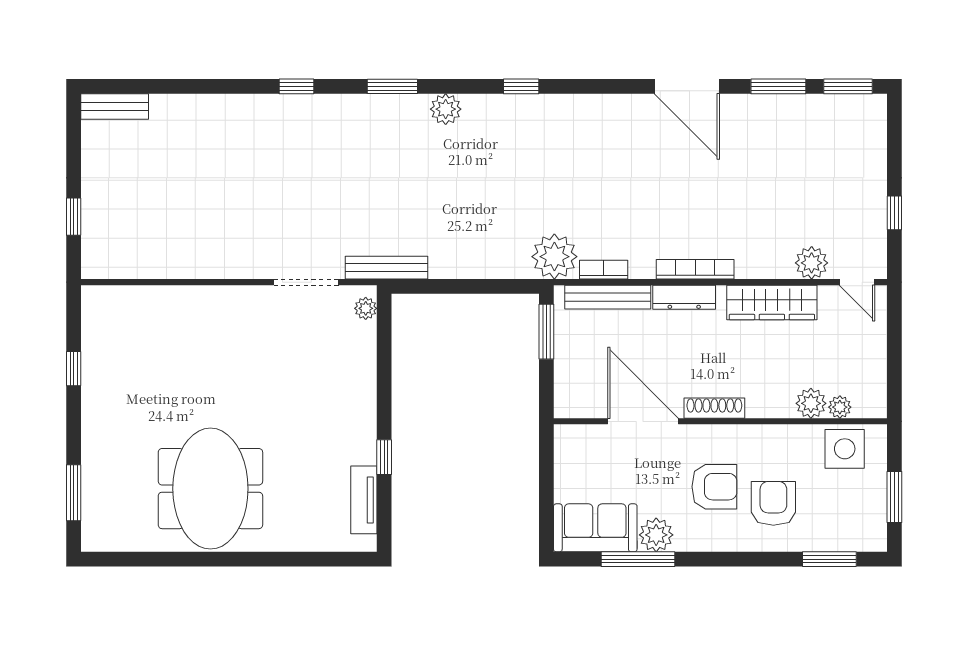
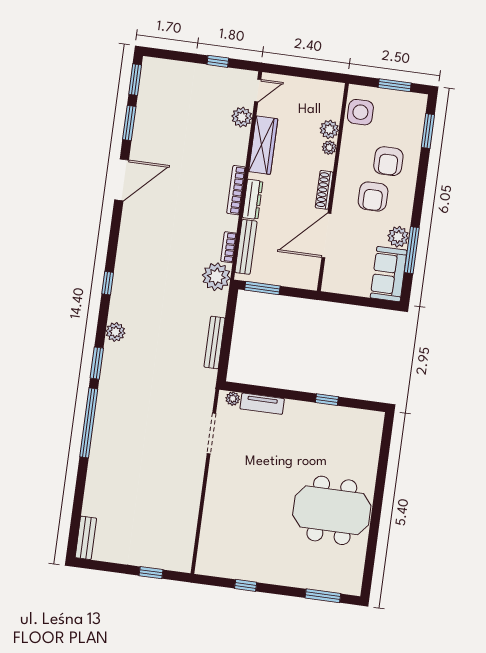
window: (296, 86) -> (89, 423), width x3.17
bench: (386, 268) -> (214, 343), moved
plant: (840, 407) -> (329, 148), moved
armchair: (714, 487) -> (373, 196), turned 180
tv unit: (364, 500) -> (262, 404), moved
armchair: (773, 503) -> (388, 161), turned -90

